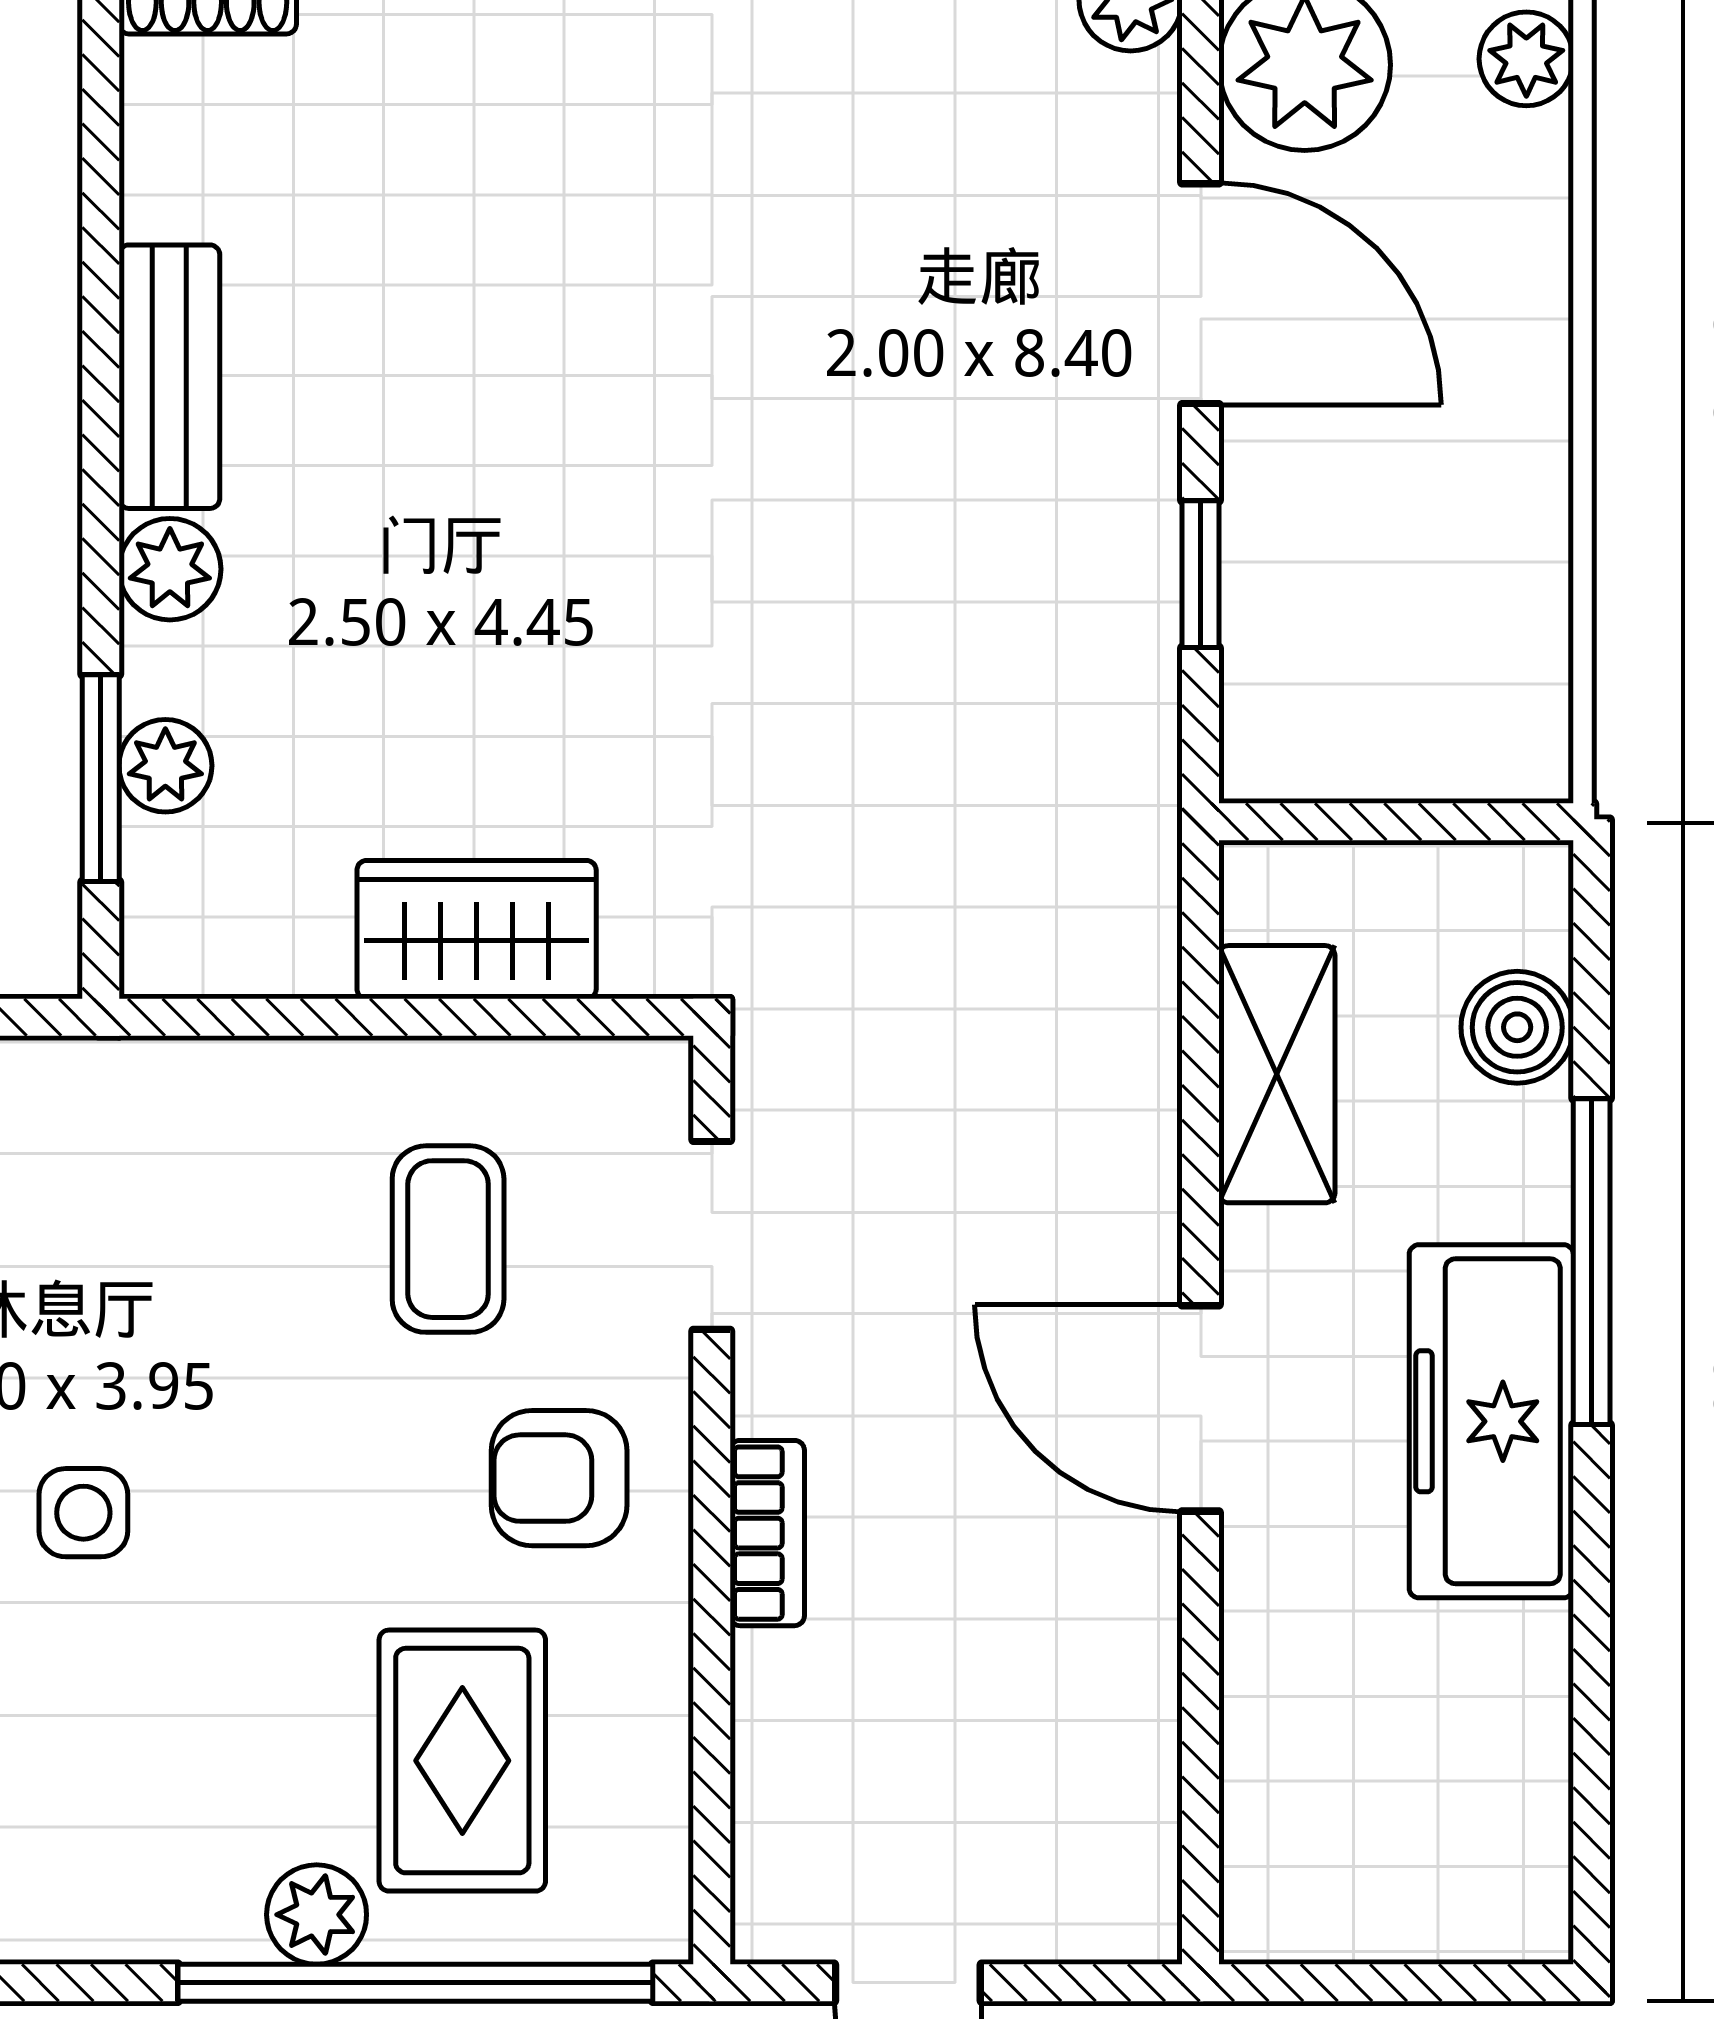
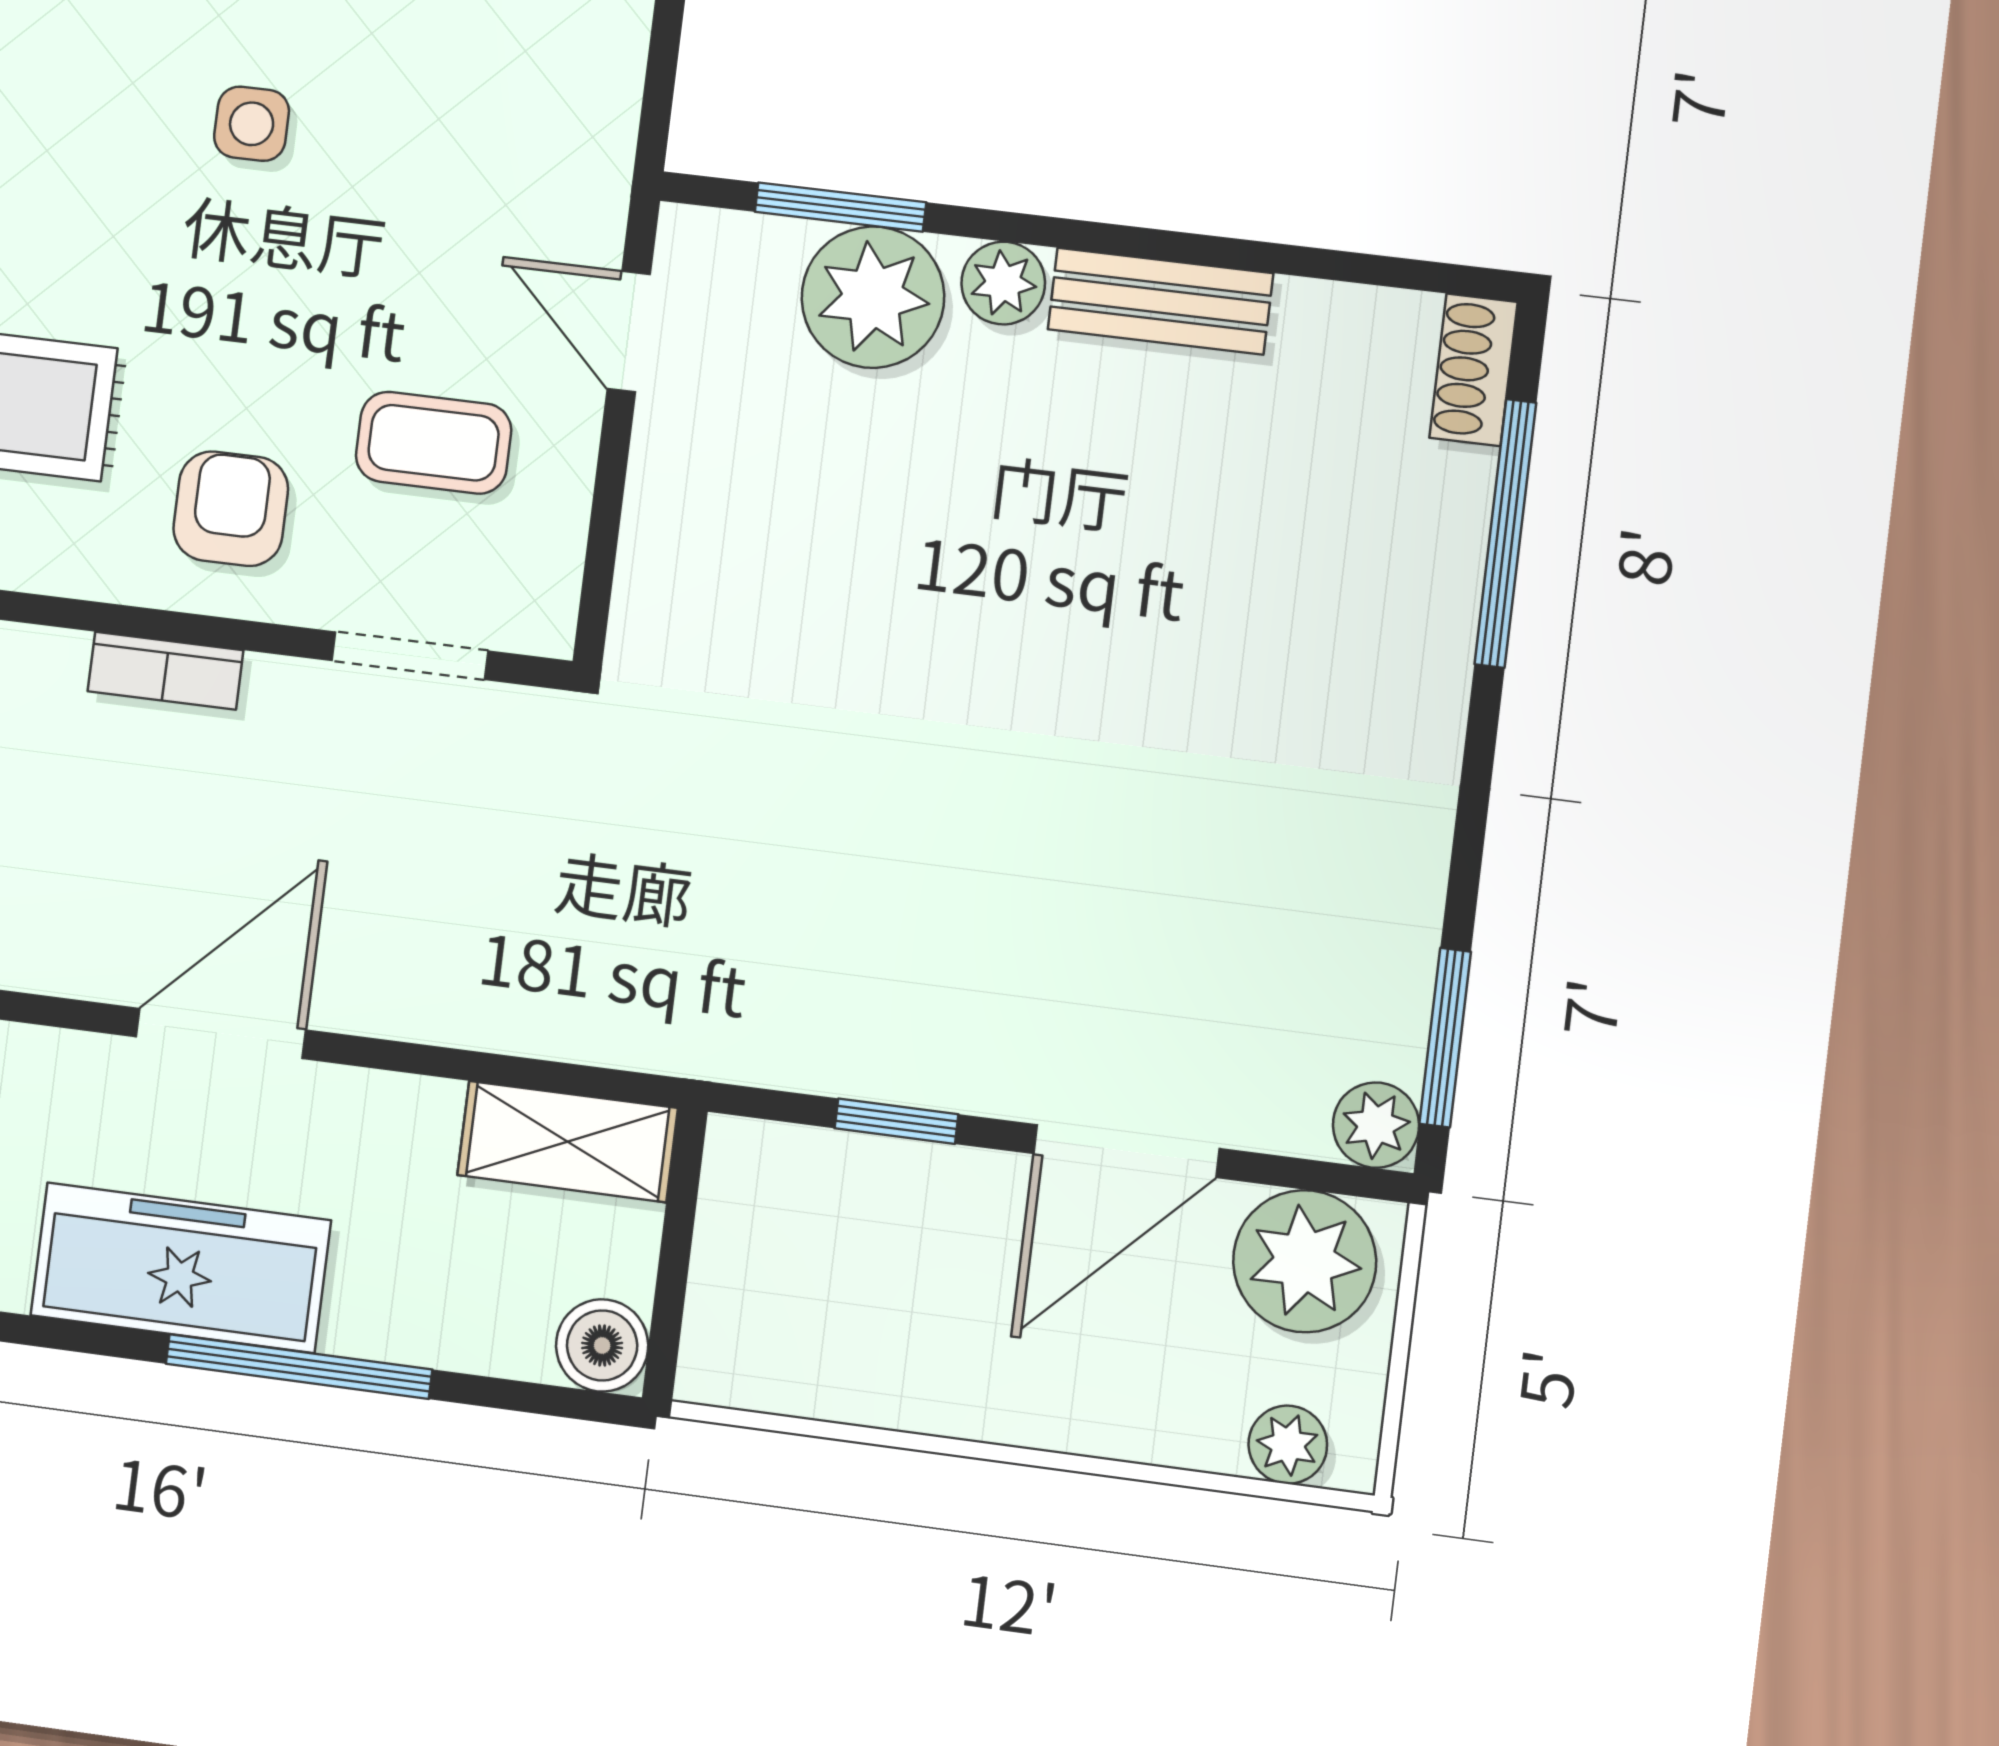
plant: (165, 766) -> (873, 297), width x1.88, depth x1.88
wardrobe: (477, 930) -> (680, 496), removed
door: (283, 1017) -> (629, 332), added
boiler: (1517, 1027) -> (602, 1345), moved
shelving: (1277, 1074) -> (568, 1142), moved

